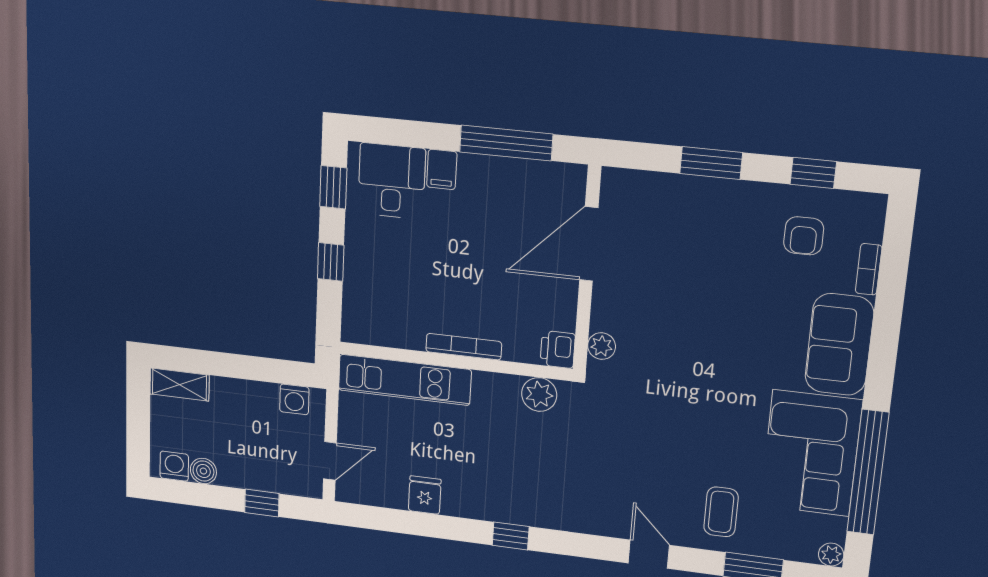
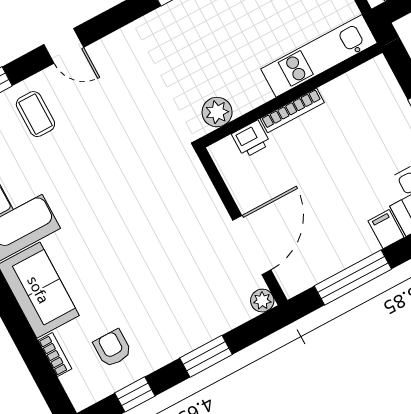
plant: (602, 346) -> (262, 301), moved
printer: (558, 349) -> (251, 139), moved, turned 90

